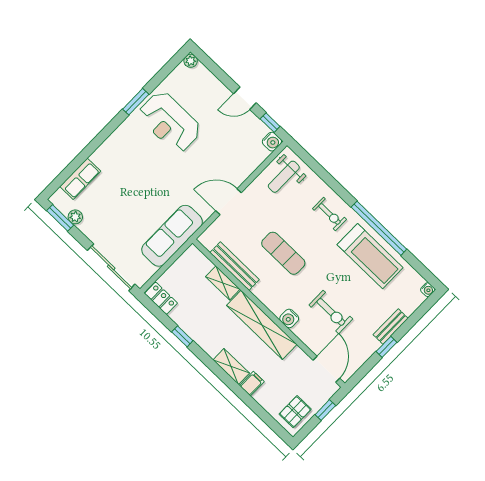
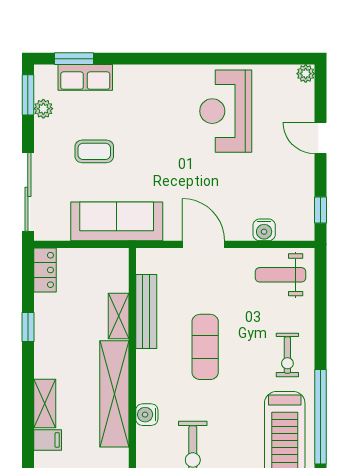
door: (245, 98) -> (320, 138), moved
window: (136, 102) -> (74, 59), moved
water cooler: (272, 142) -> (264, 230), moved
coffee table: (124, 212) -> (94, 151), added

